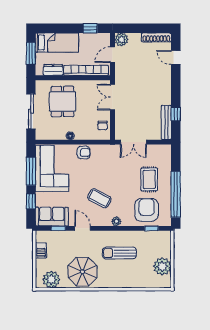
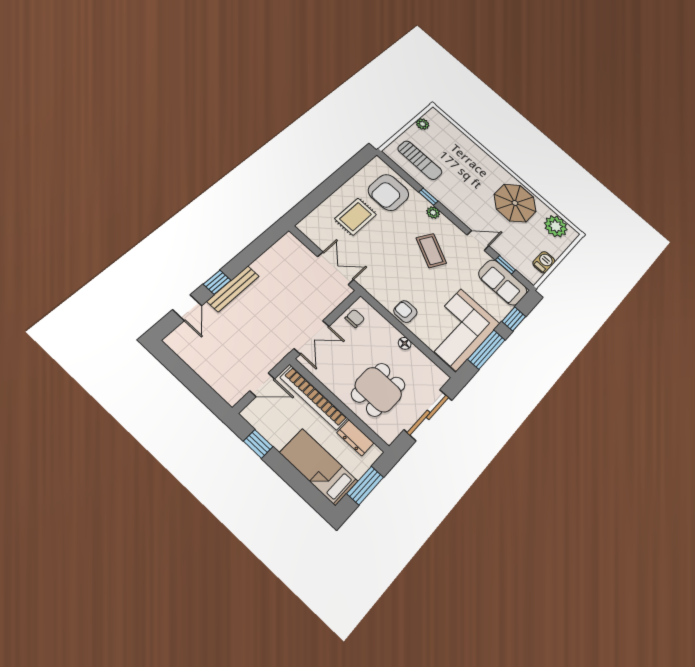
shoe rack: (156, 37) -> (185, 353), removed
plant: (122, 40) -> (232, 392), removed
window: (176, 114) -> (217, 282), moved
bench: (166, 123) -> (233, 289), moved
window: (176, 194) -> (341, 177), removed
door: (82, 228) -> (478, 240), swing flipped
window: (151, 228) -> (428, 197), moved
sun lounger: (119, 253) -> (420, 160), moved
plant: (162, 266) -> (423, 124), width x0.53, depth x0.53

